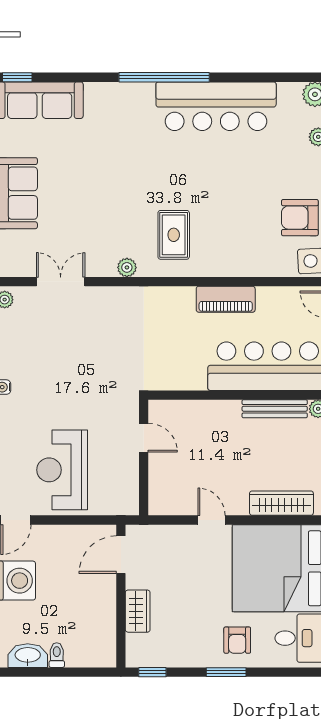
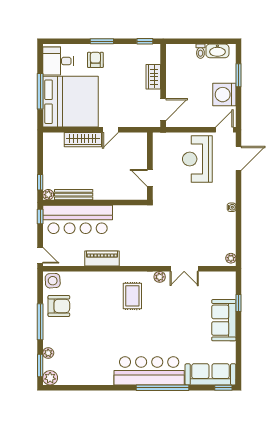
window: (164, 77) -> (162, 388), moved
bar counter: (216, 106) -> (149, 371), moved
double door: (61, 282) -> (184, 269), moved
reception desk: (62, 470) -> (197, 159), turned 180
wardrobe: (281, 503) -> (83, 140), moved
door: (212, 520) -> (110, 130), hinge flipped

